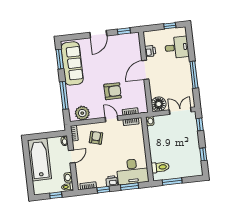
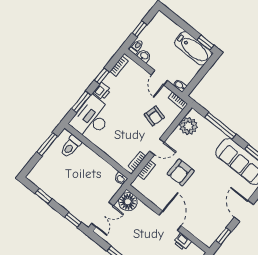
window: (26, 151) -> (205, 43), added
bathtub: (40, 160) -> (193, 48), width x0.73, depth x0.73

